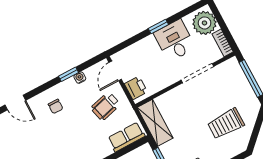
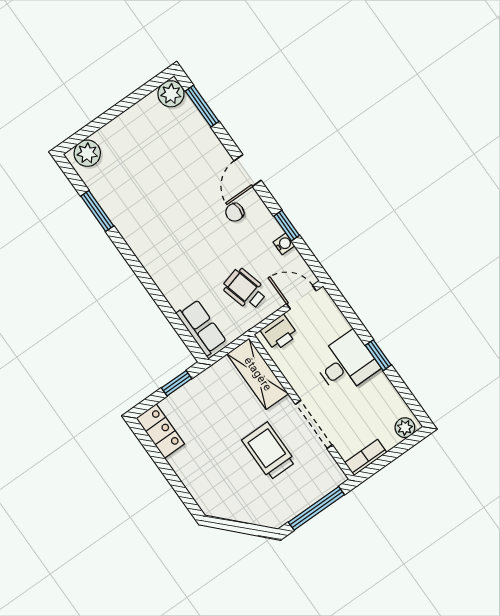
plant: (204, 23) -> (405, 428), width x0.53, depth x0.53
desk: (175, 41) -> (346, 363), moved
door: (15, 103) -> (248, 170), moved
shelving: (155, 123) -> (258, 374), moved, turned 90
trolley: (226, 124) -> (269, 451), moved

